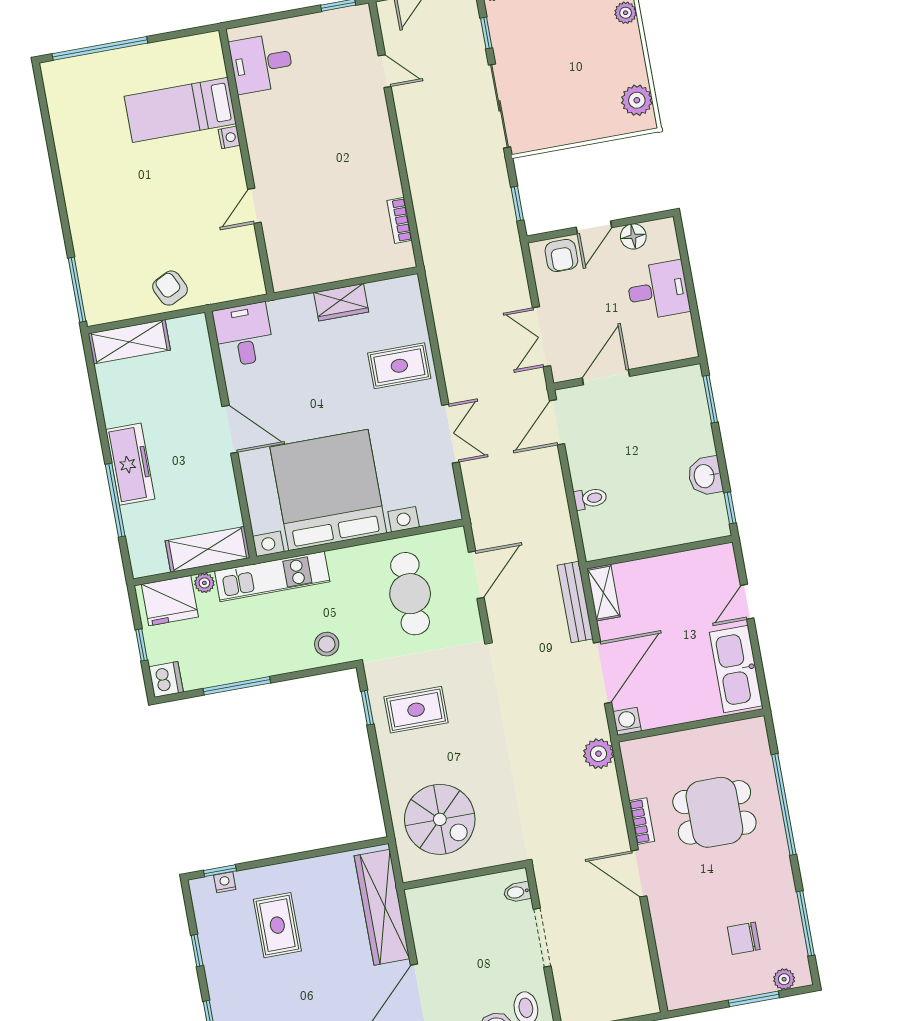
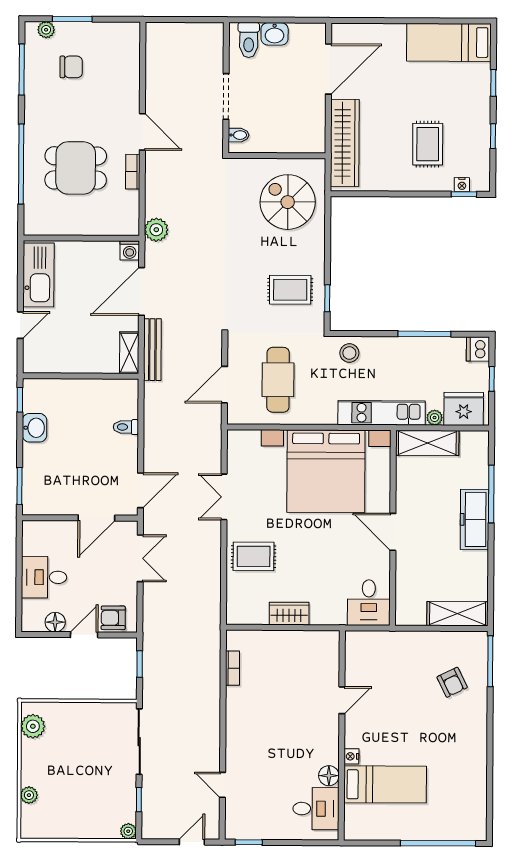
floor lamp: (253, 108) -> (329, 776), added
armchair: (561, 256) -> (113, 618), turned -90
armchair: (170, 288) -> (452, 682), moved

